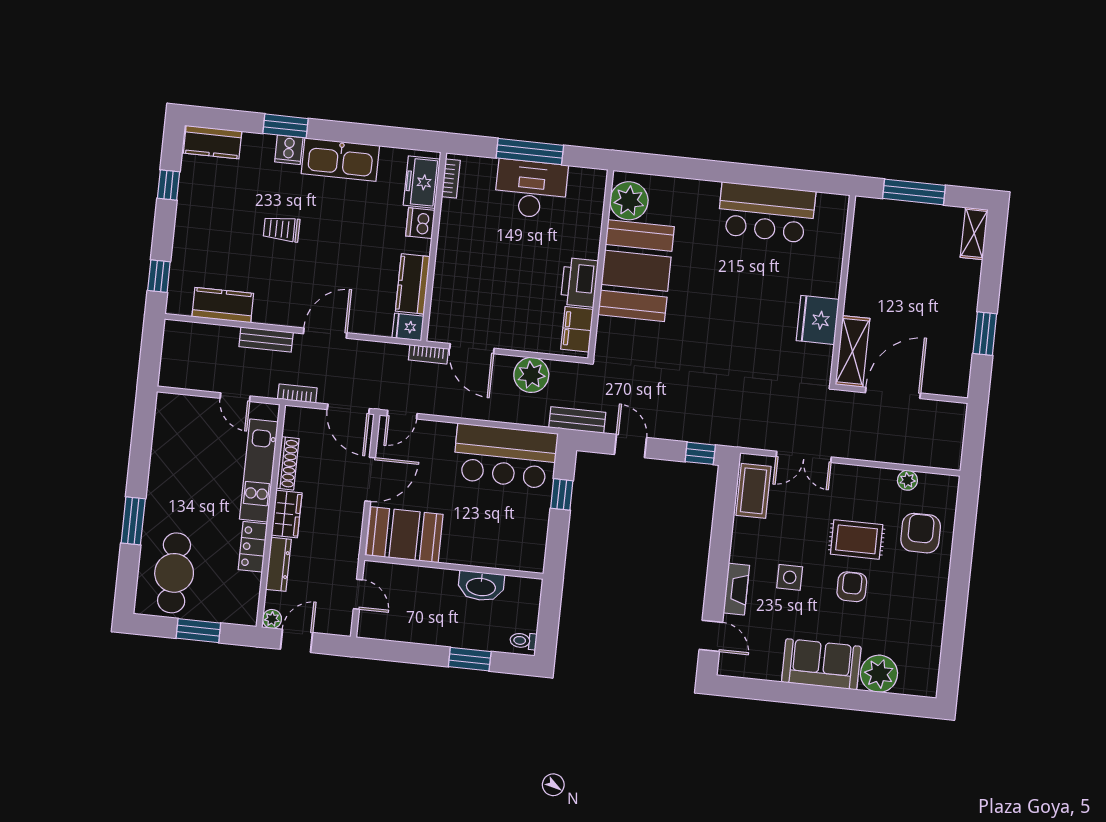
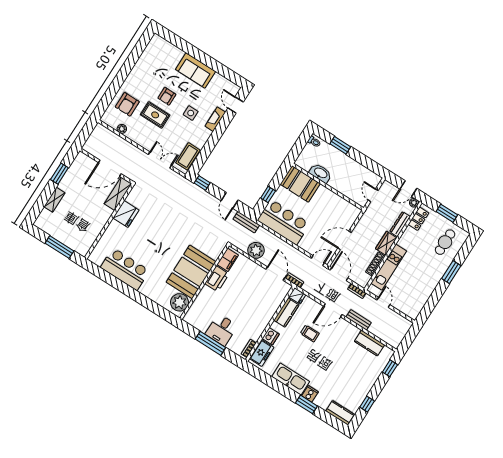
desk: (531, 189) -> (221, 330), width x0.73
trolley: (282, 229) -> (310, 333), moved
shelving: (974, 233) -> (54, 200), moved
booth: (404, 535) -> (300, 184), moved
locker: (253, 547) -> (418, 219), moved
cafe table: (174, 573) -> (445, 242), width x0.73, depth x0.74
plant: (879, 674) -> (174, 55), removed

